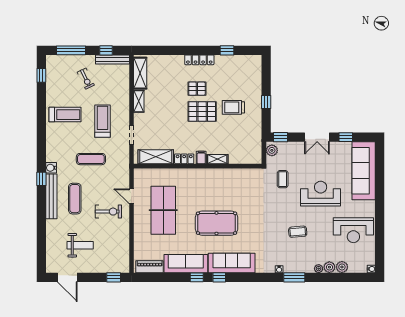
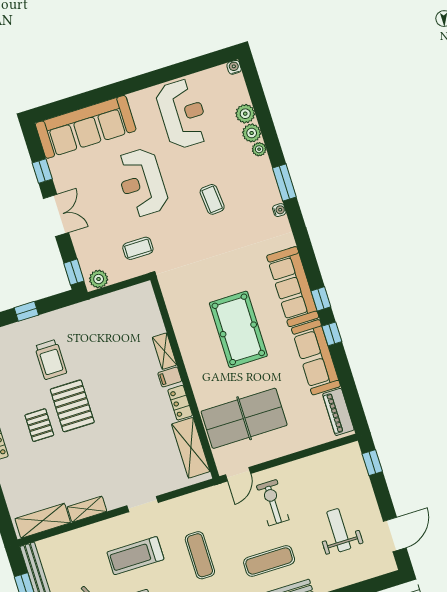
shelving: (156, 157) -> (191, 448), moved
filing cabinet: (201, 157) -> (170, 377), moved
locker: (184, 159) -> (180, 403), moved
shelving: (217, 159) -> (164, 351), moved
wall: (198, 166) -> (185, 378), moved

